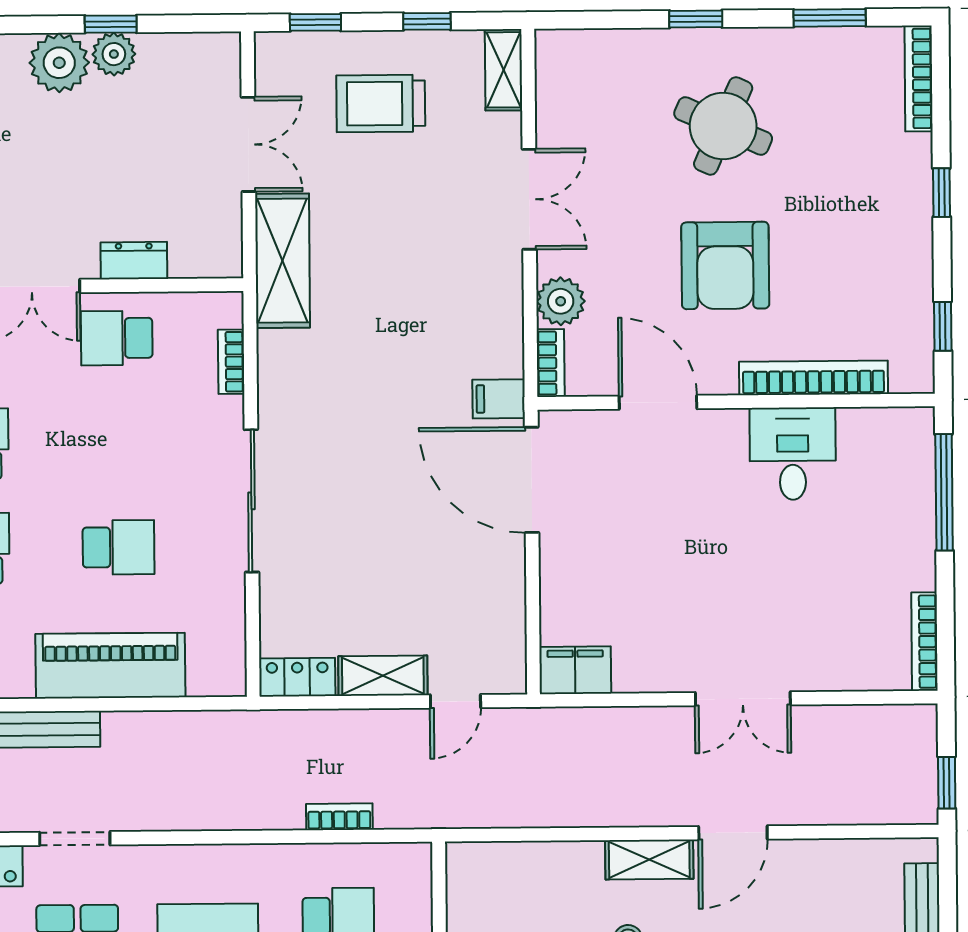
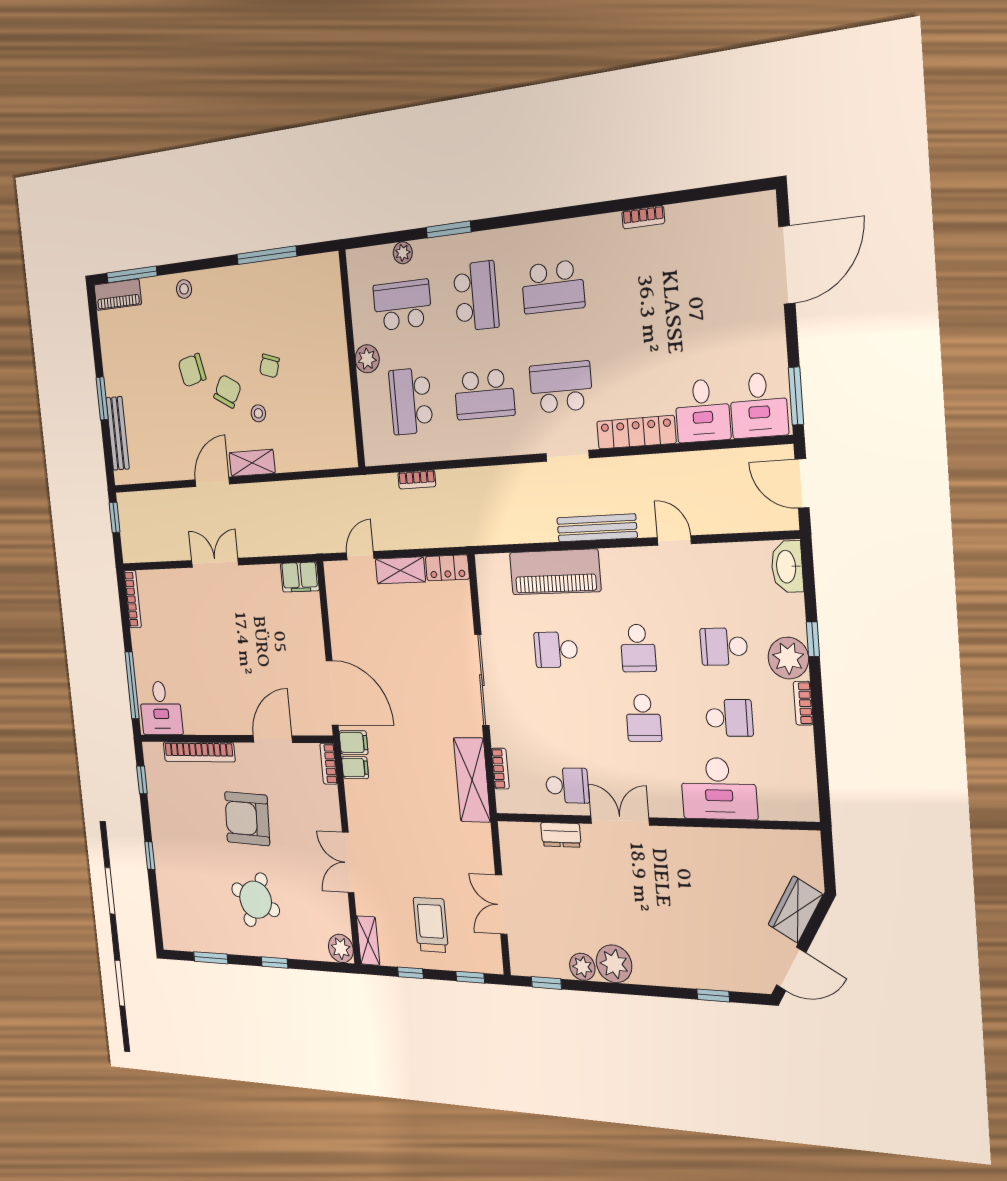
window: (111, 24) -> (546, 983), moved
bookcase: (919, 78) -> (166, 920), removed
trolley: (381, 104) -> (431, 925), turned -90
shelving: (283, 261) -> (472, 780), moved
armchair: (725, 265) -> (247, 819), turned -87
plant: (561, 301) -> (341, 948), moved
filing cabinet: (500, 358) -> (355, 768), added
door: (658, 402) -> (273, 739), swing flipped
desk: (793, 454) -> (161, 708), moved

